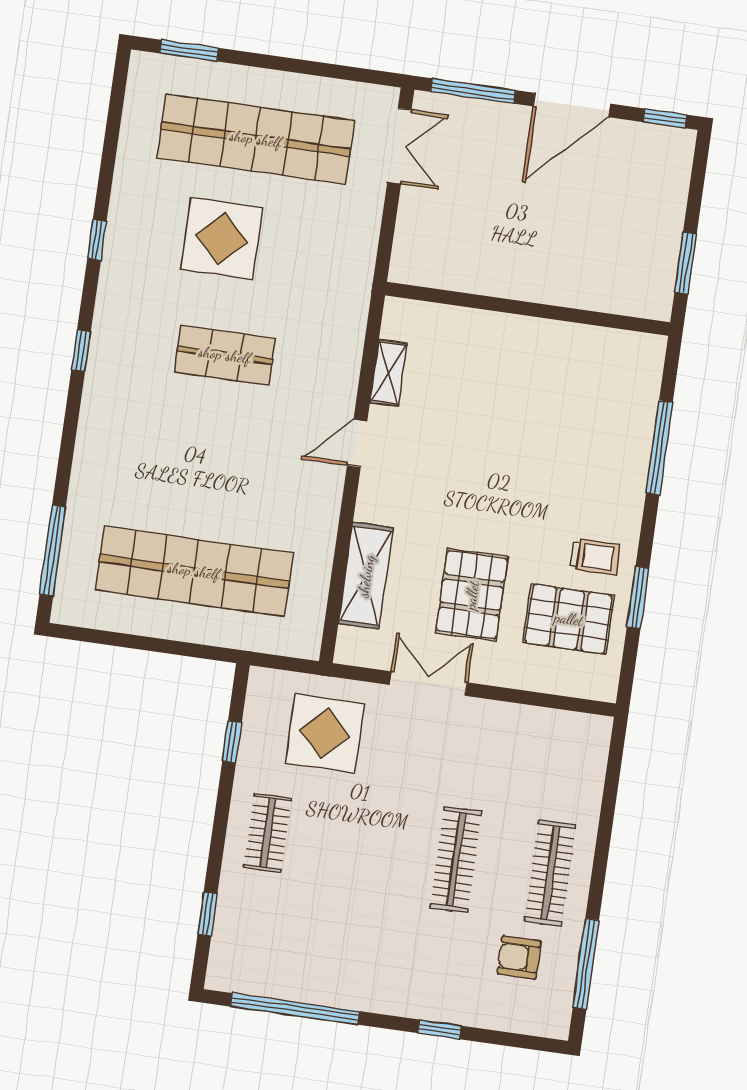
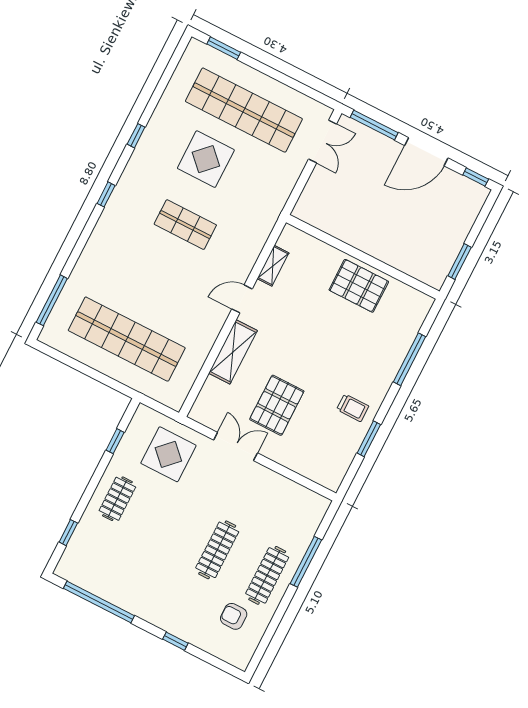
shelving: (366, 576) -> (233, 352), moved
pallet: (569, 619) -> (359, 286), moved
window: (586, 964) -> (306, 562), moved

